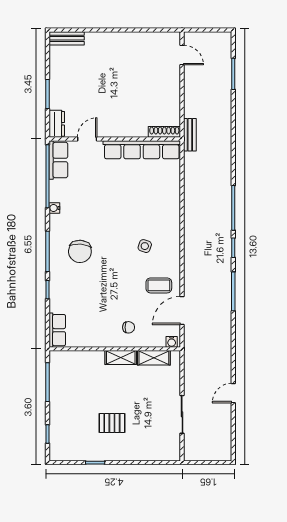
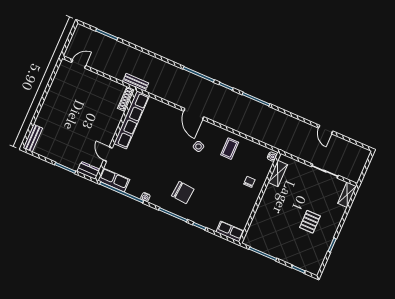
door: (182, 311) -> (194, 114), moved
shelving: (121, 358) -> (347, 195), moved

